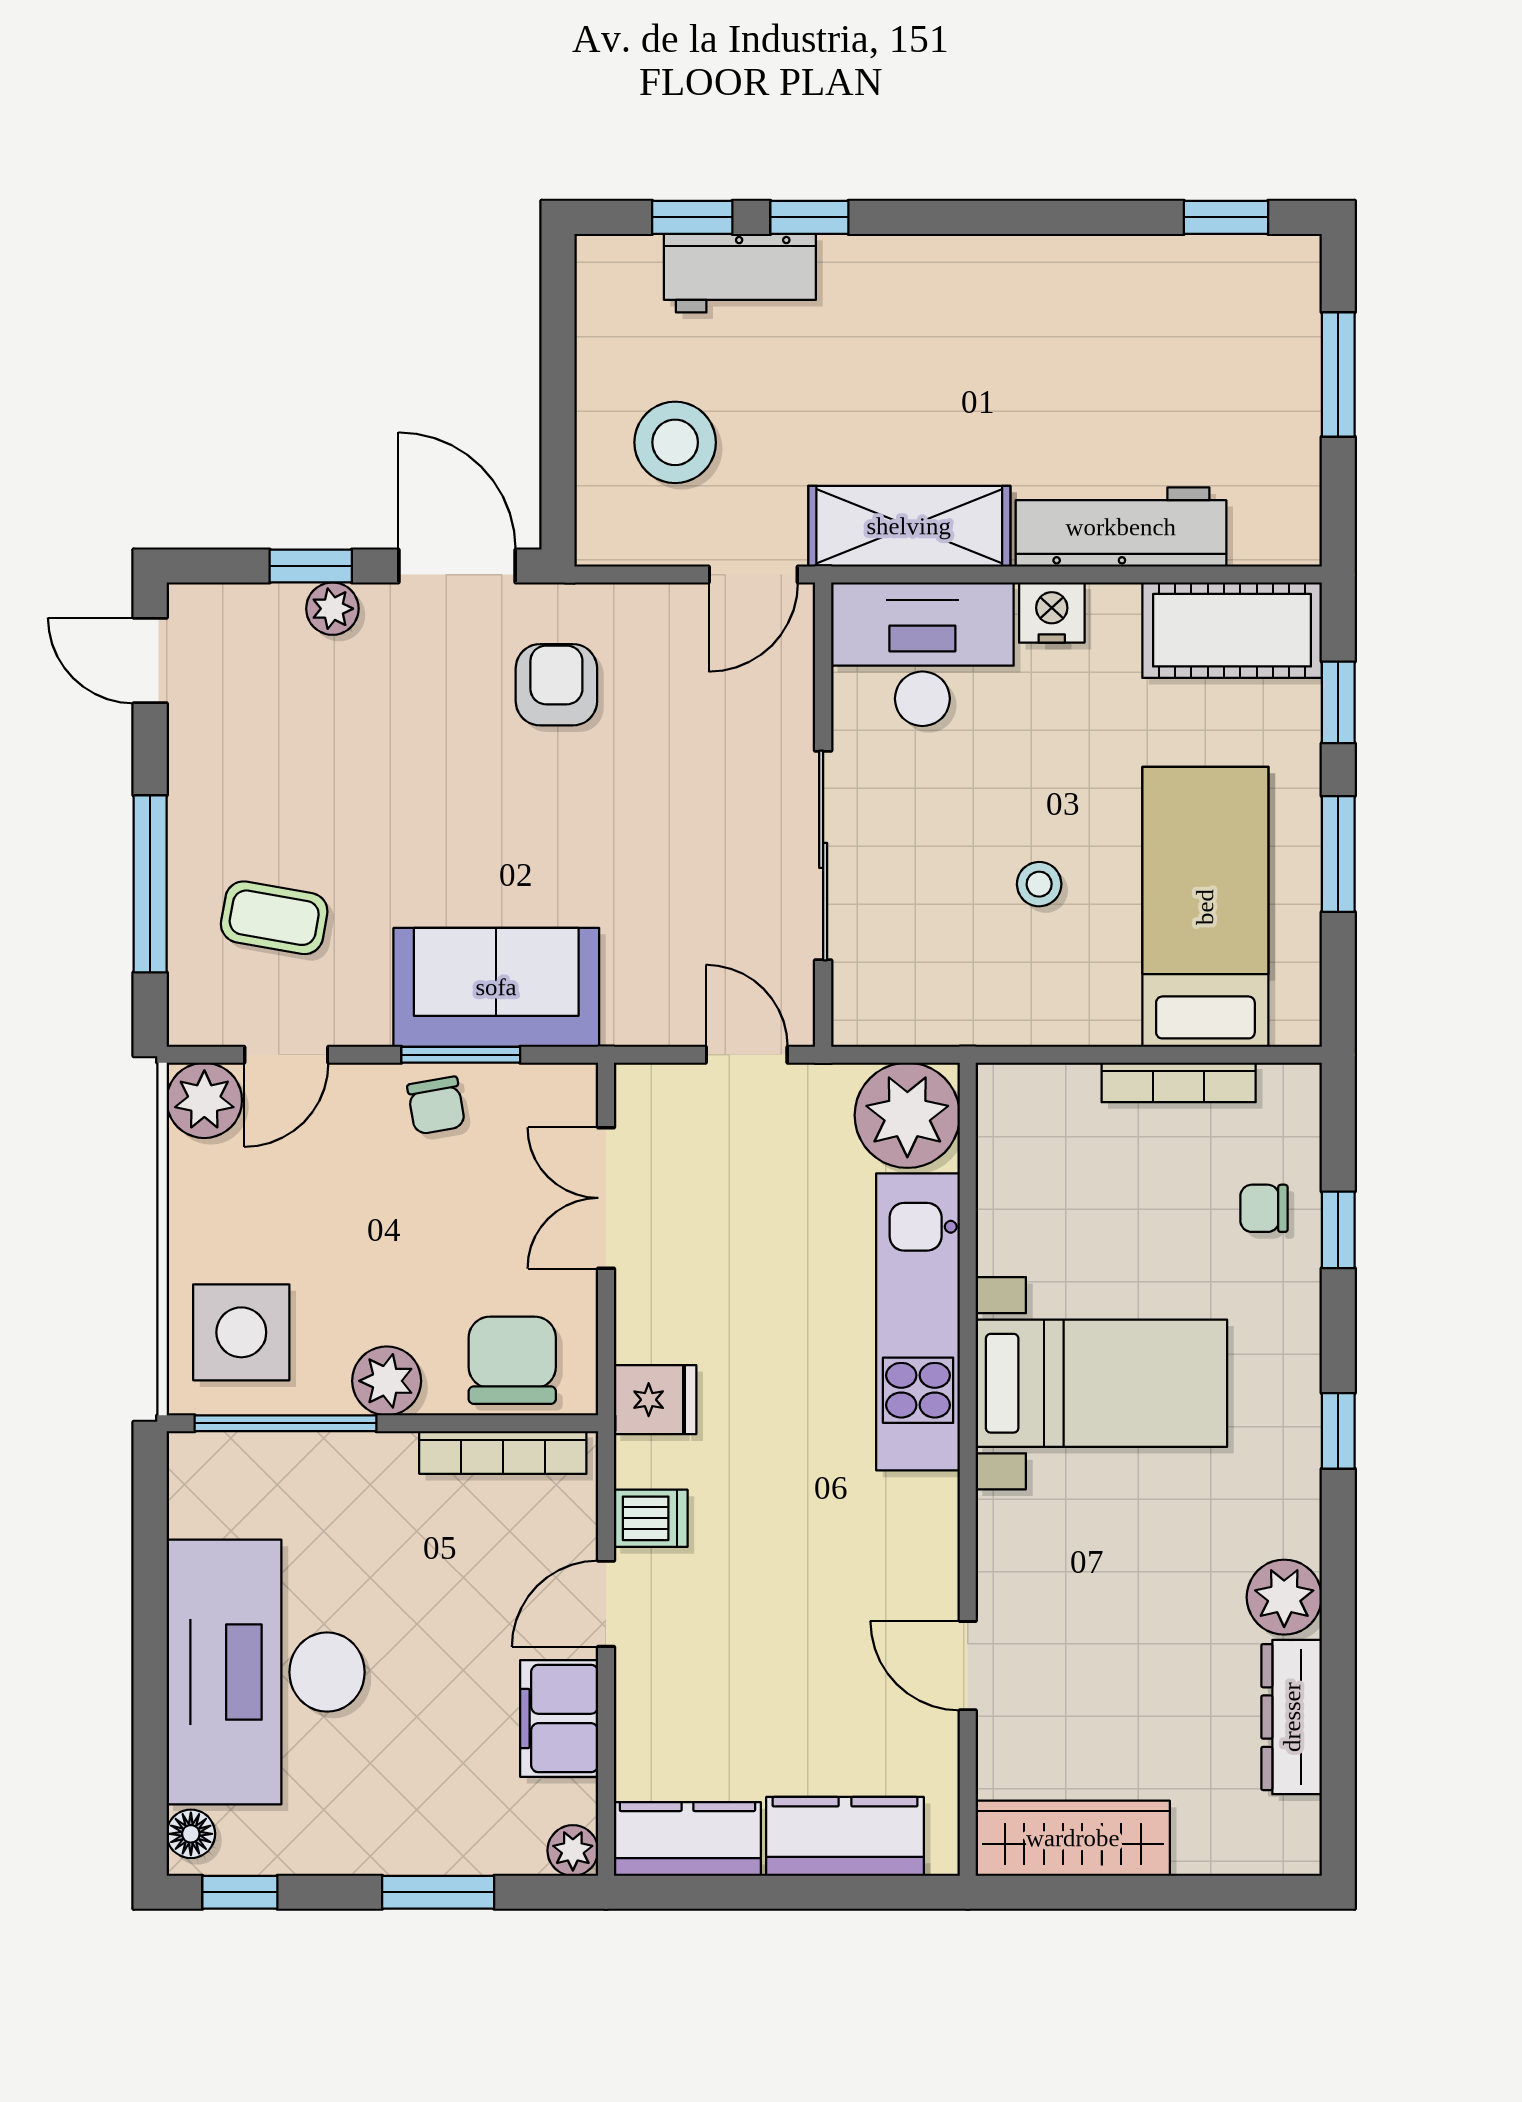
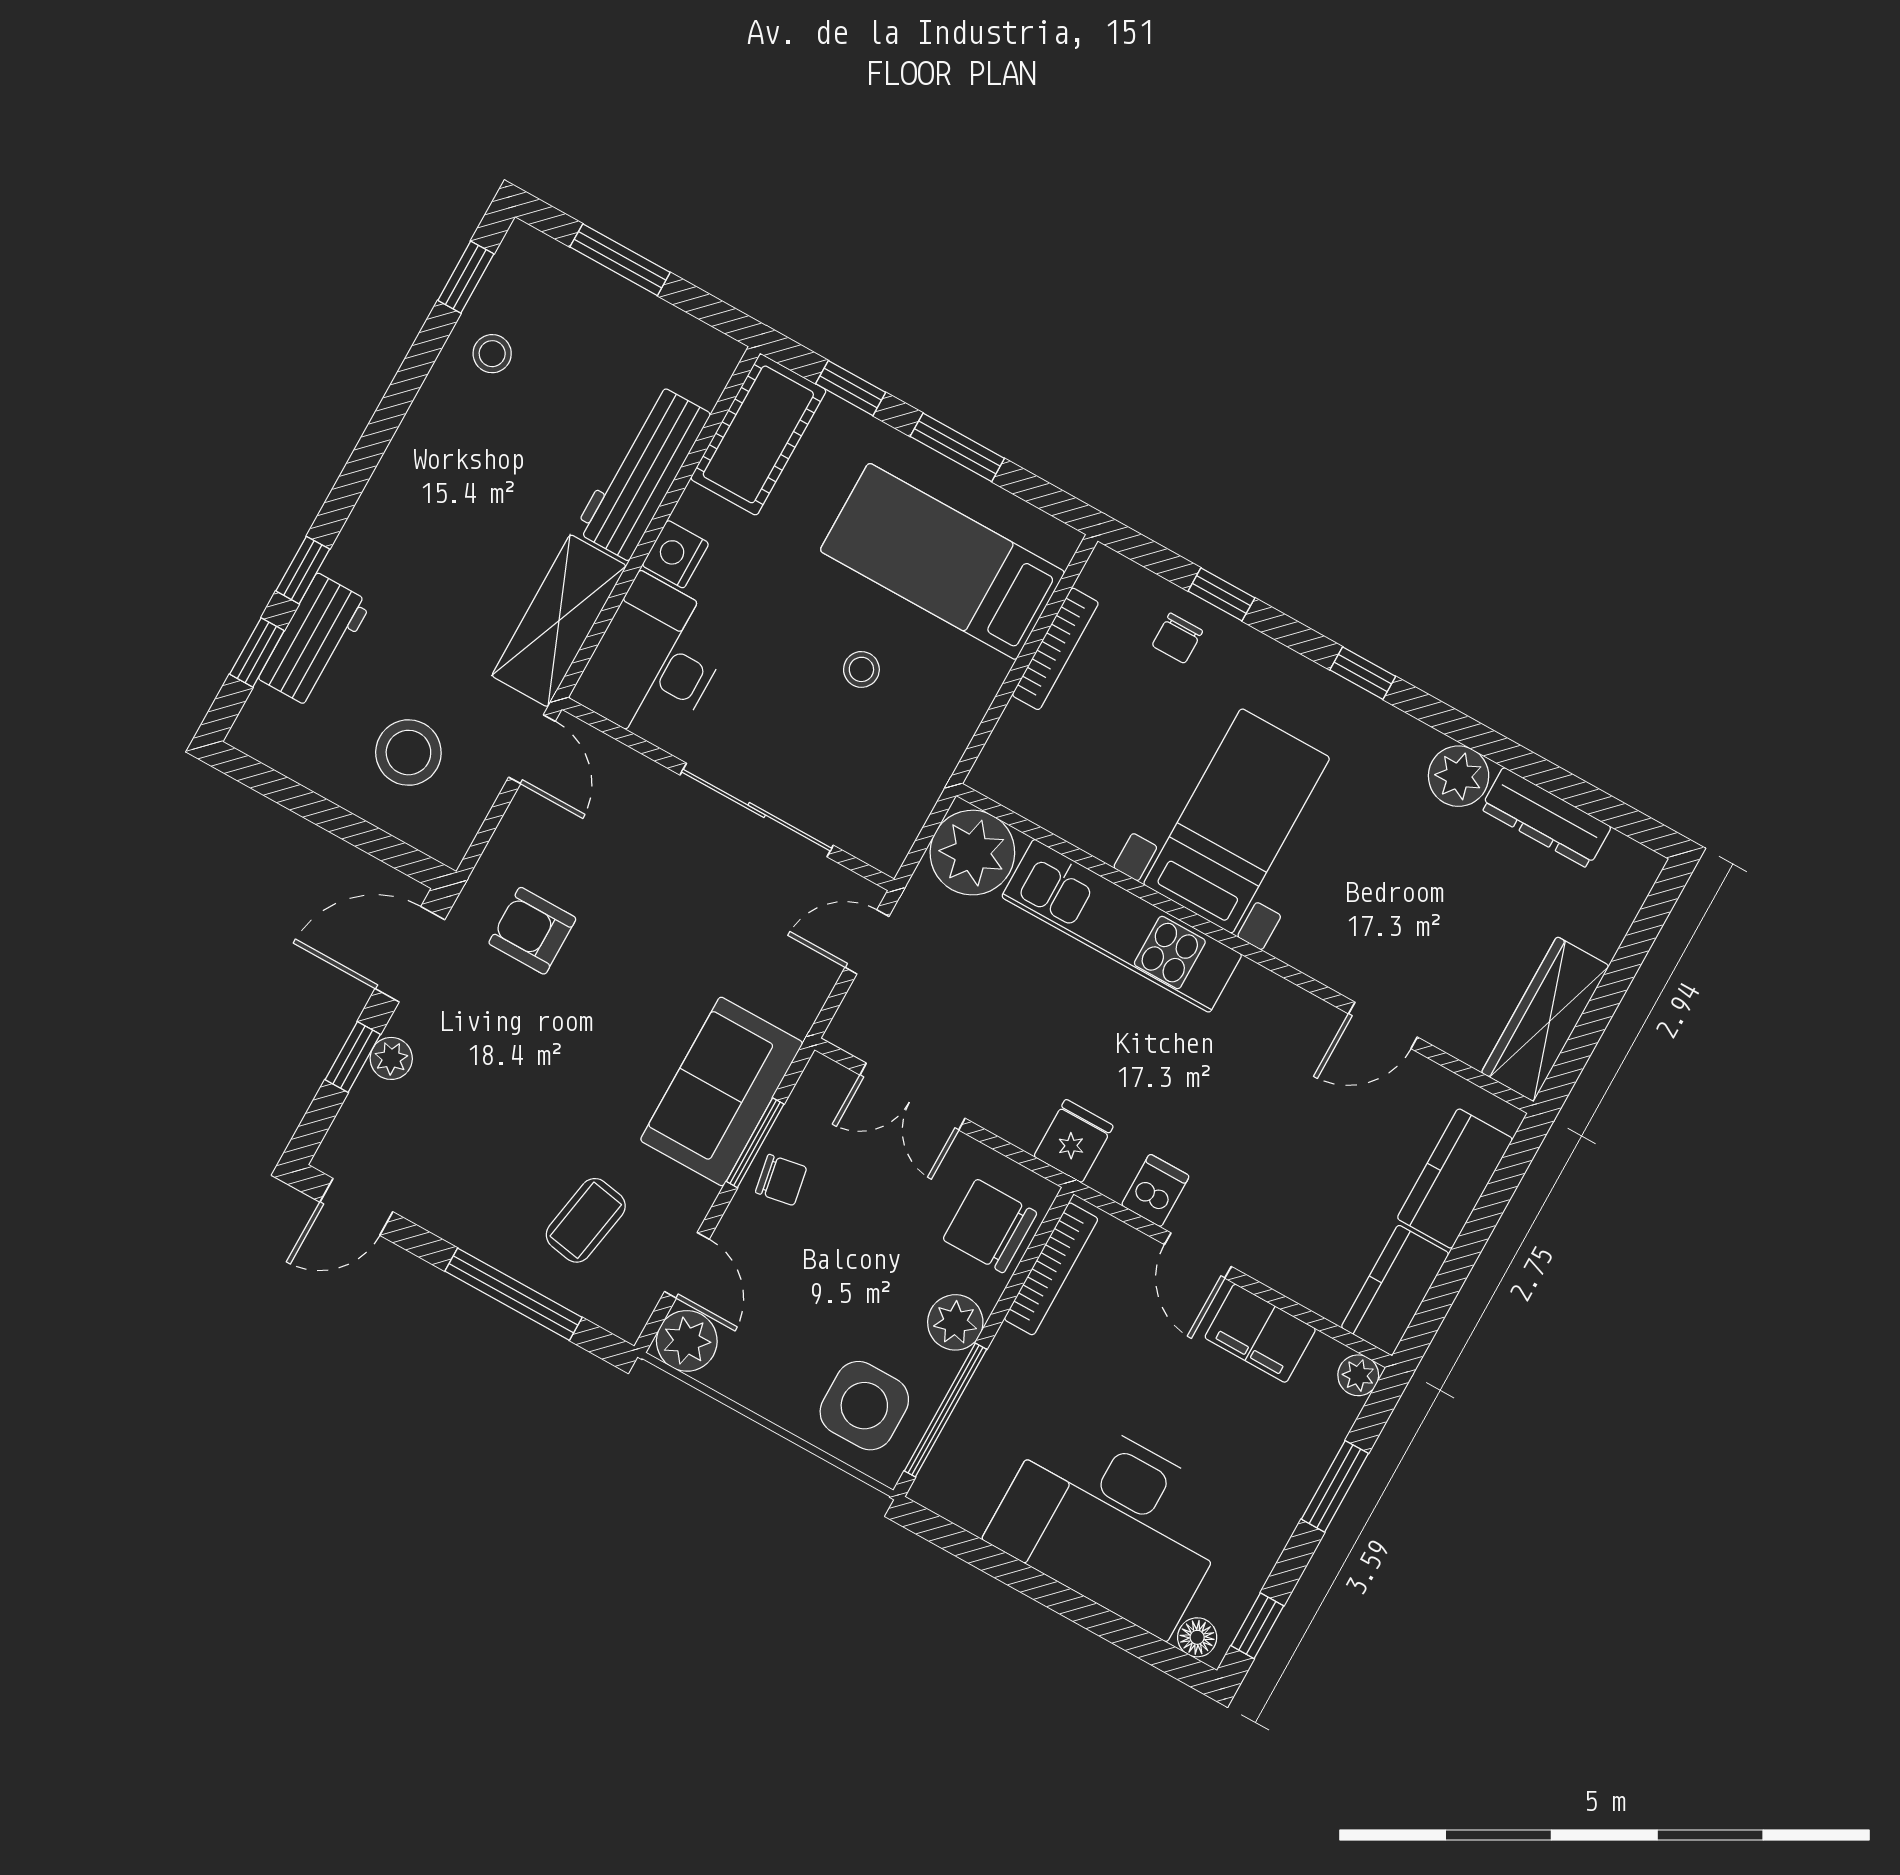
stool: (1159, 292) -> (492, 354), added

